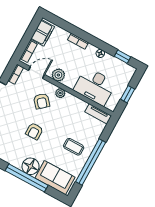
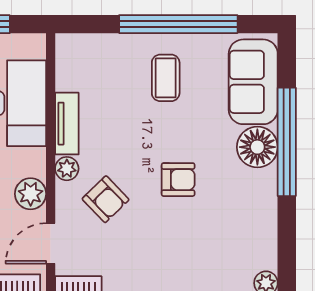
door: (36, 73) -> (51, 243), hinge flipped
armchair: (42, 101) -> (106, 199), turned 87
tv unit: (98, 114) -> (67, 124), moved

